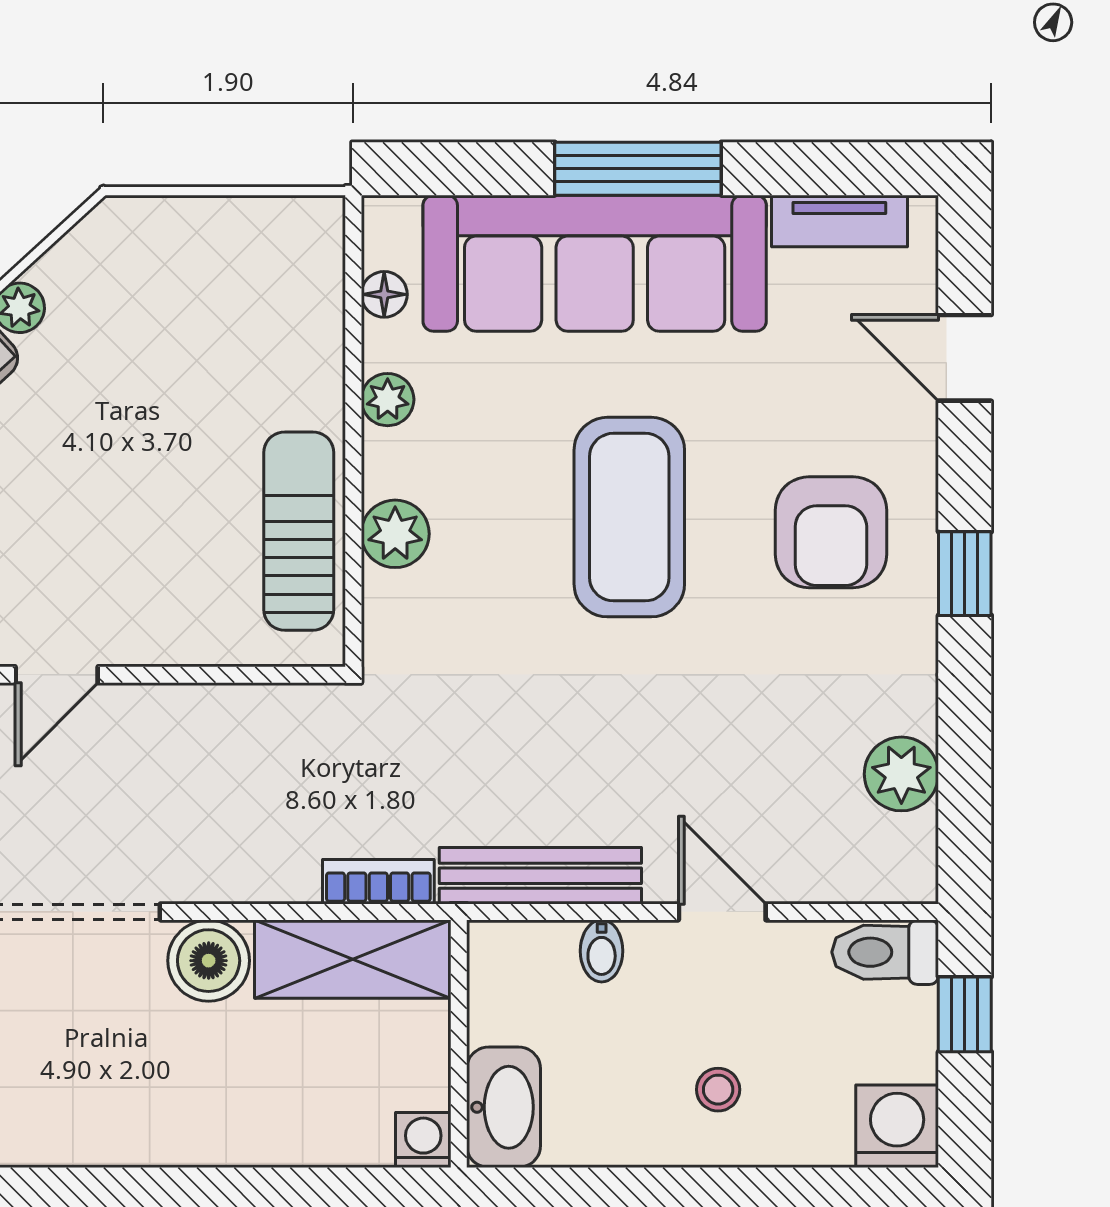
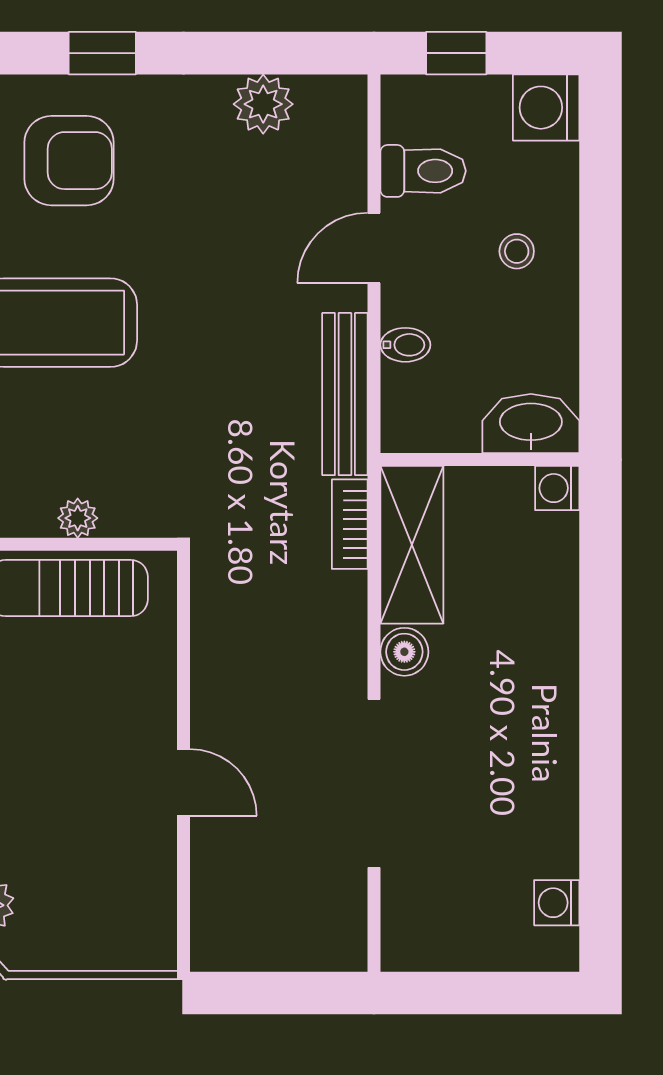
plant: (395, 534) -> (78, 518), width x0.73, depth x0.73
toilet: (885, 952) -> (423, 171), moved, turned -90
boiler: (209, 961) -> (404, 652), width x0.73, depth x0.73

